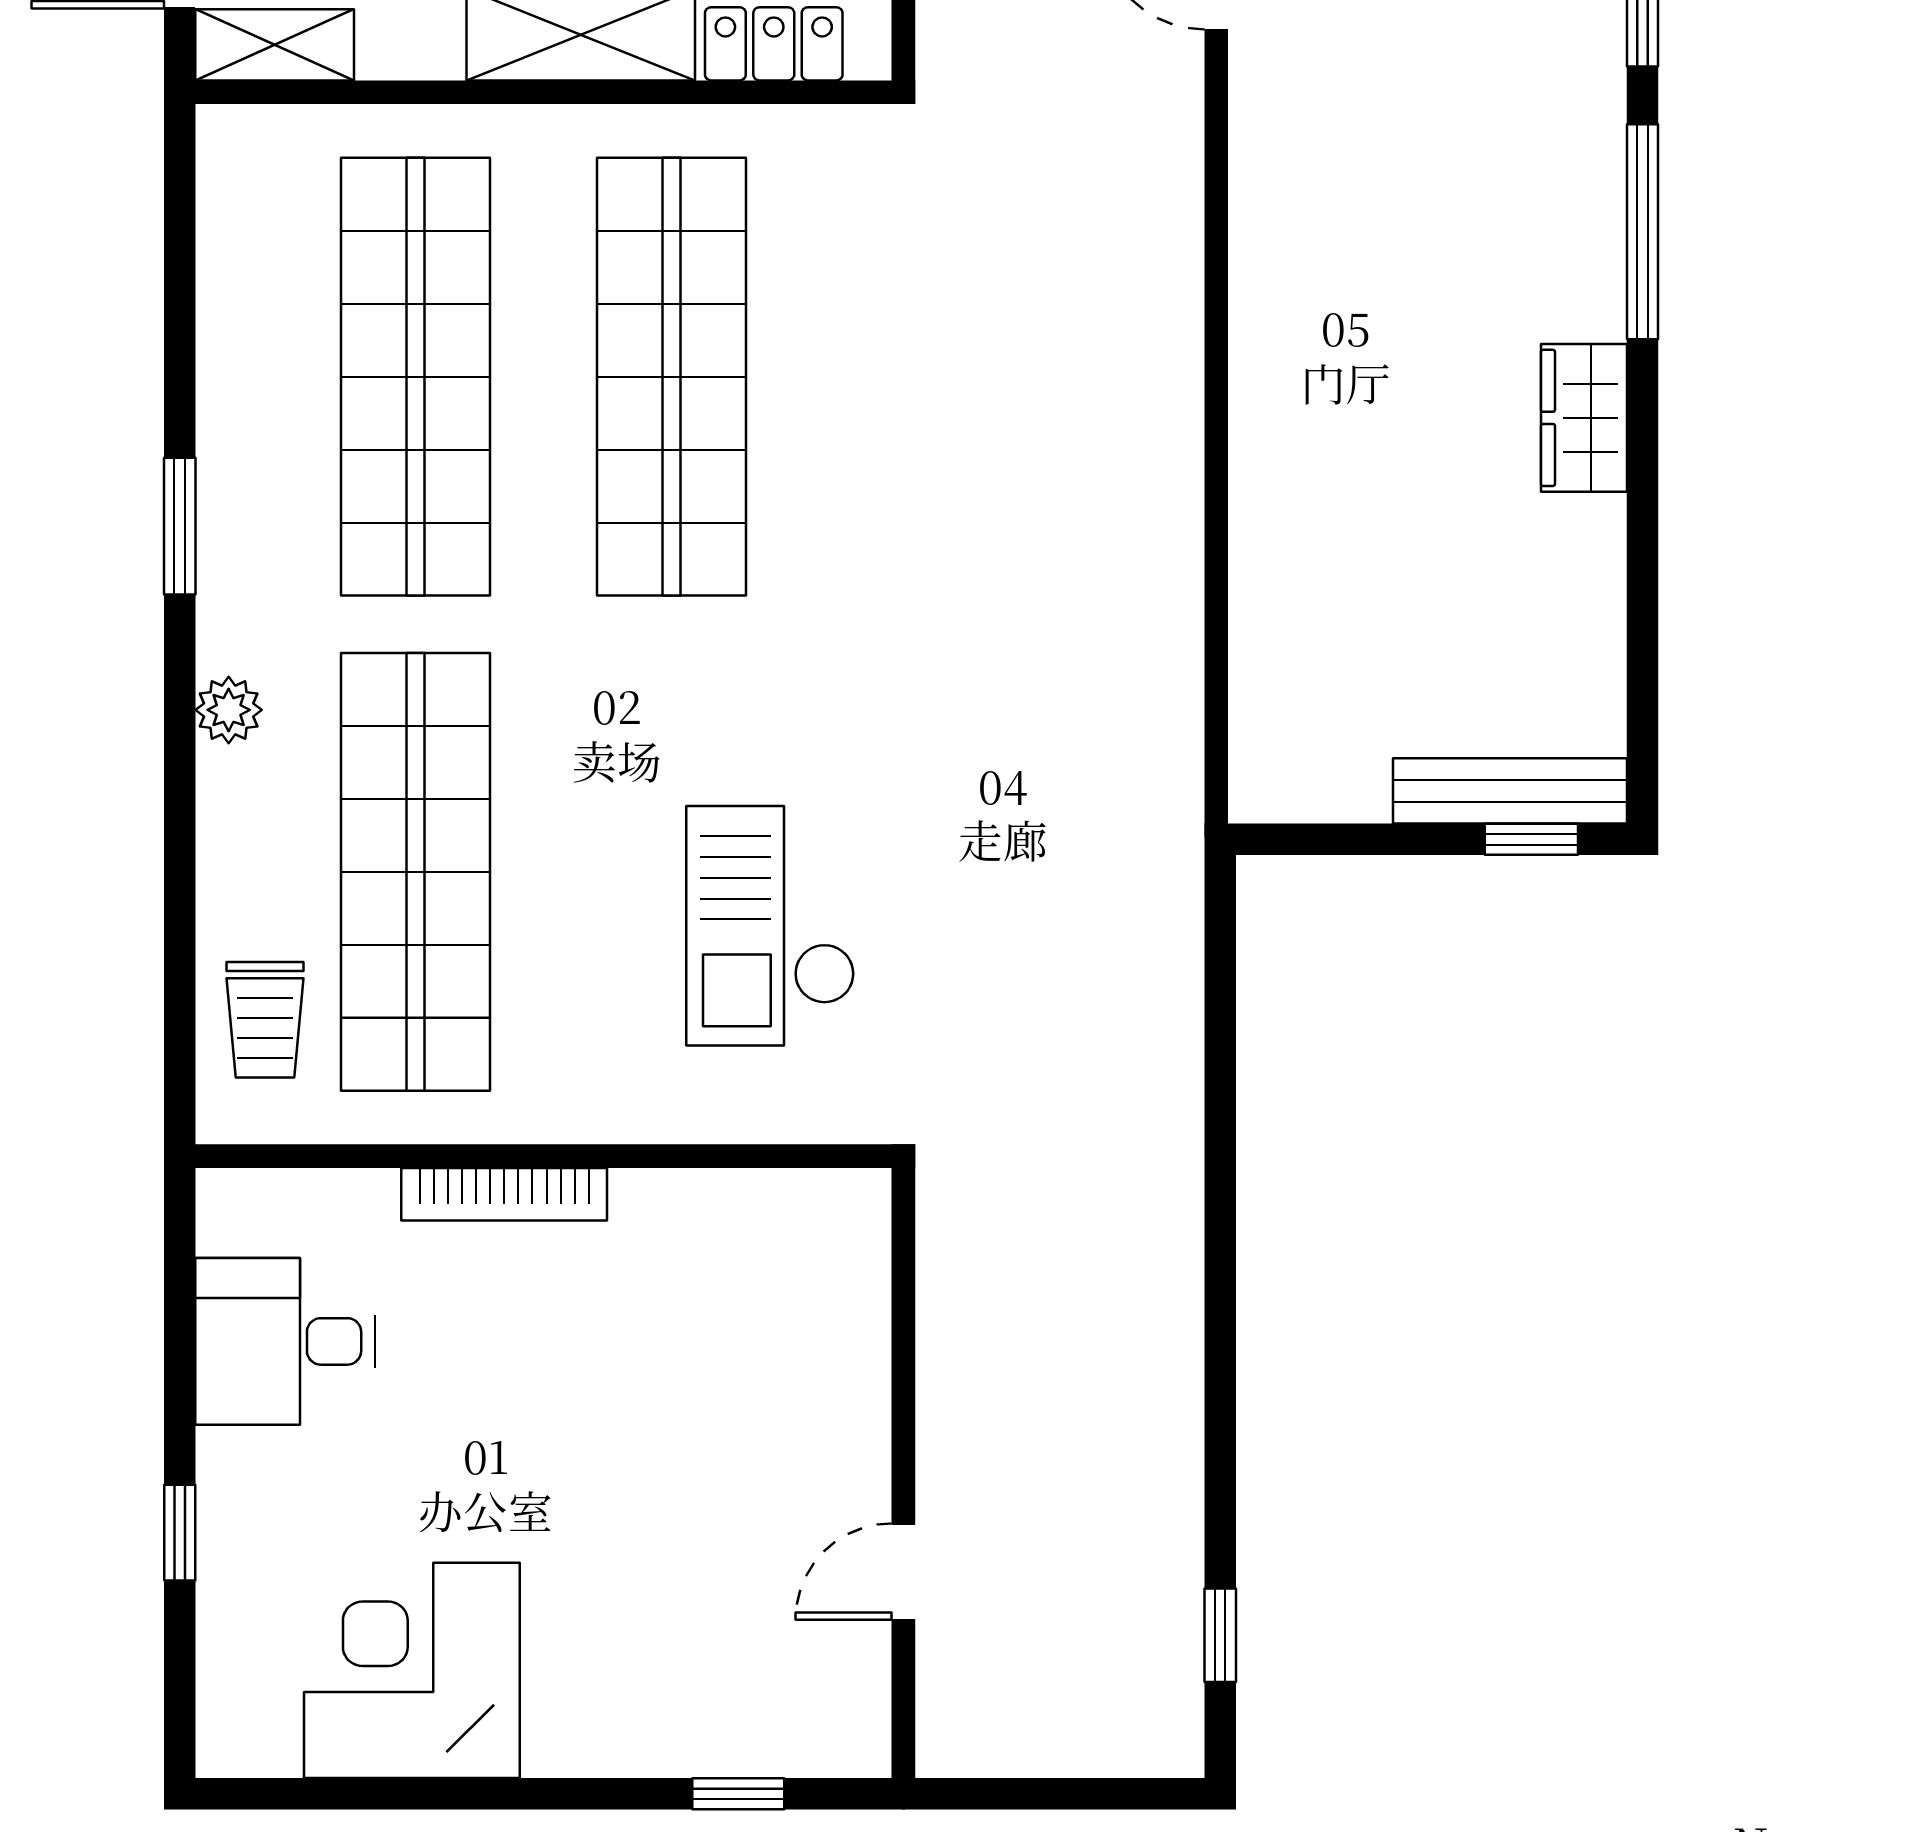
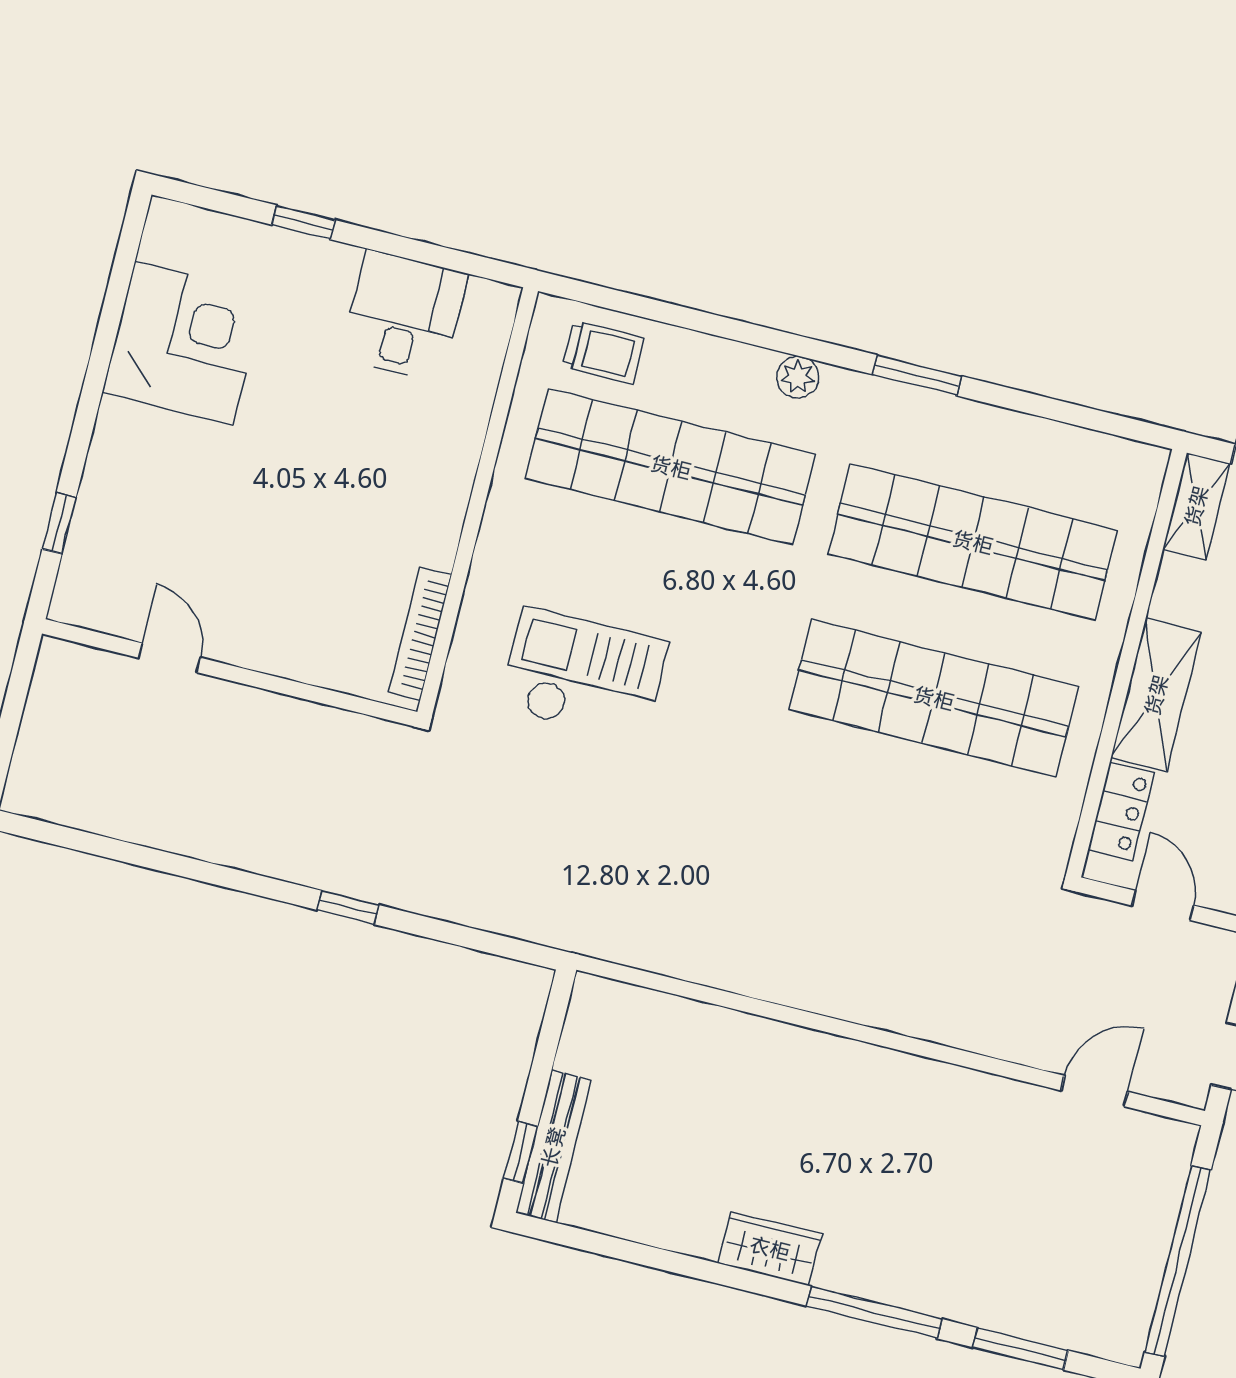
trolley: (265, 1020) -> (603, 352), turned 180
bookcase: (504, 1194) -> (420, 634), moved
window: (1220, 1635) -> (348, 908), moved

